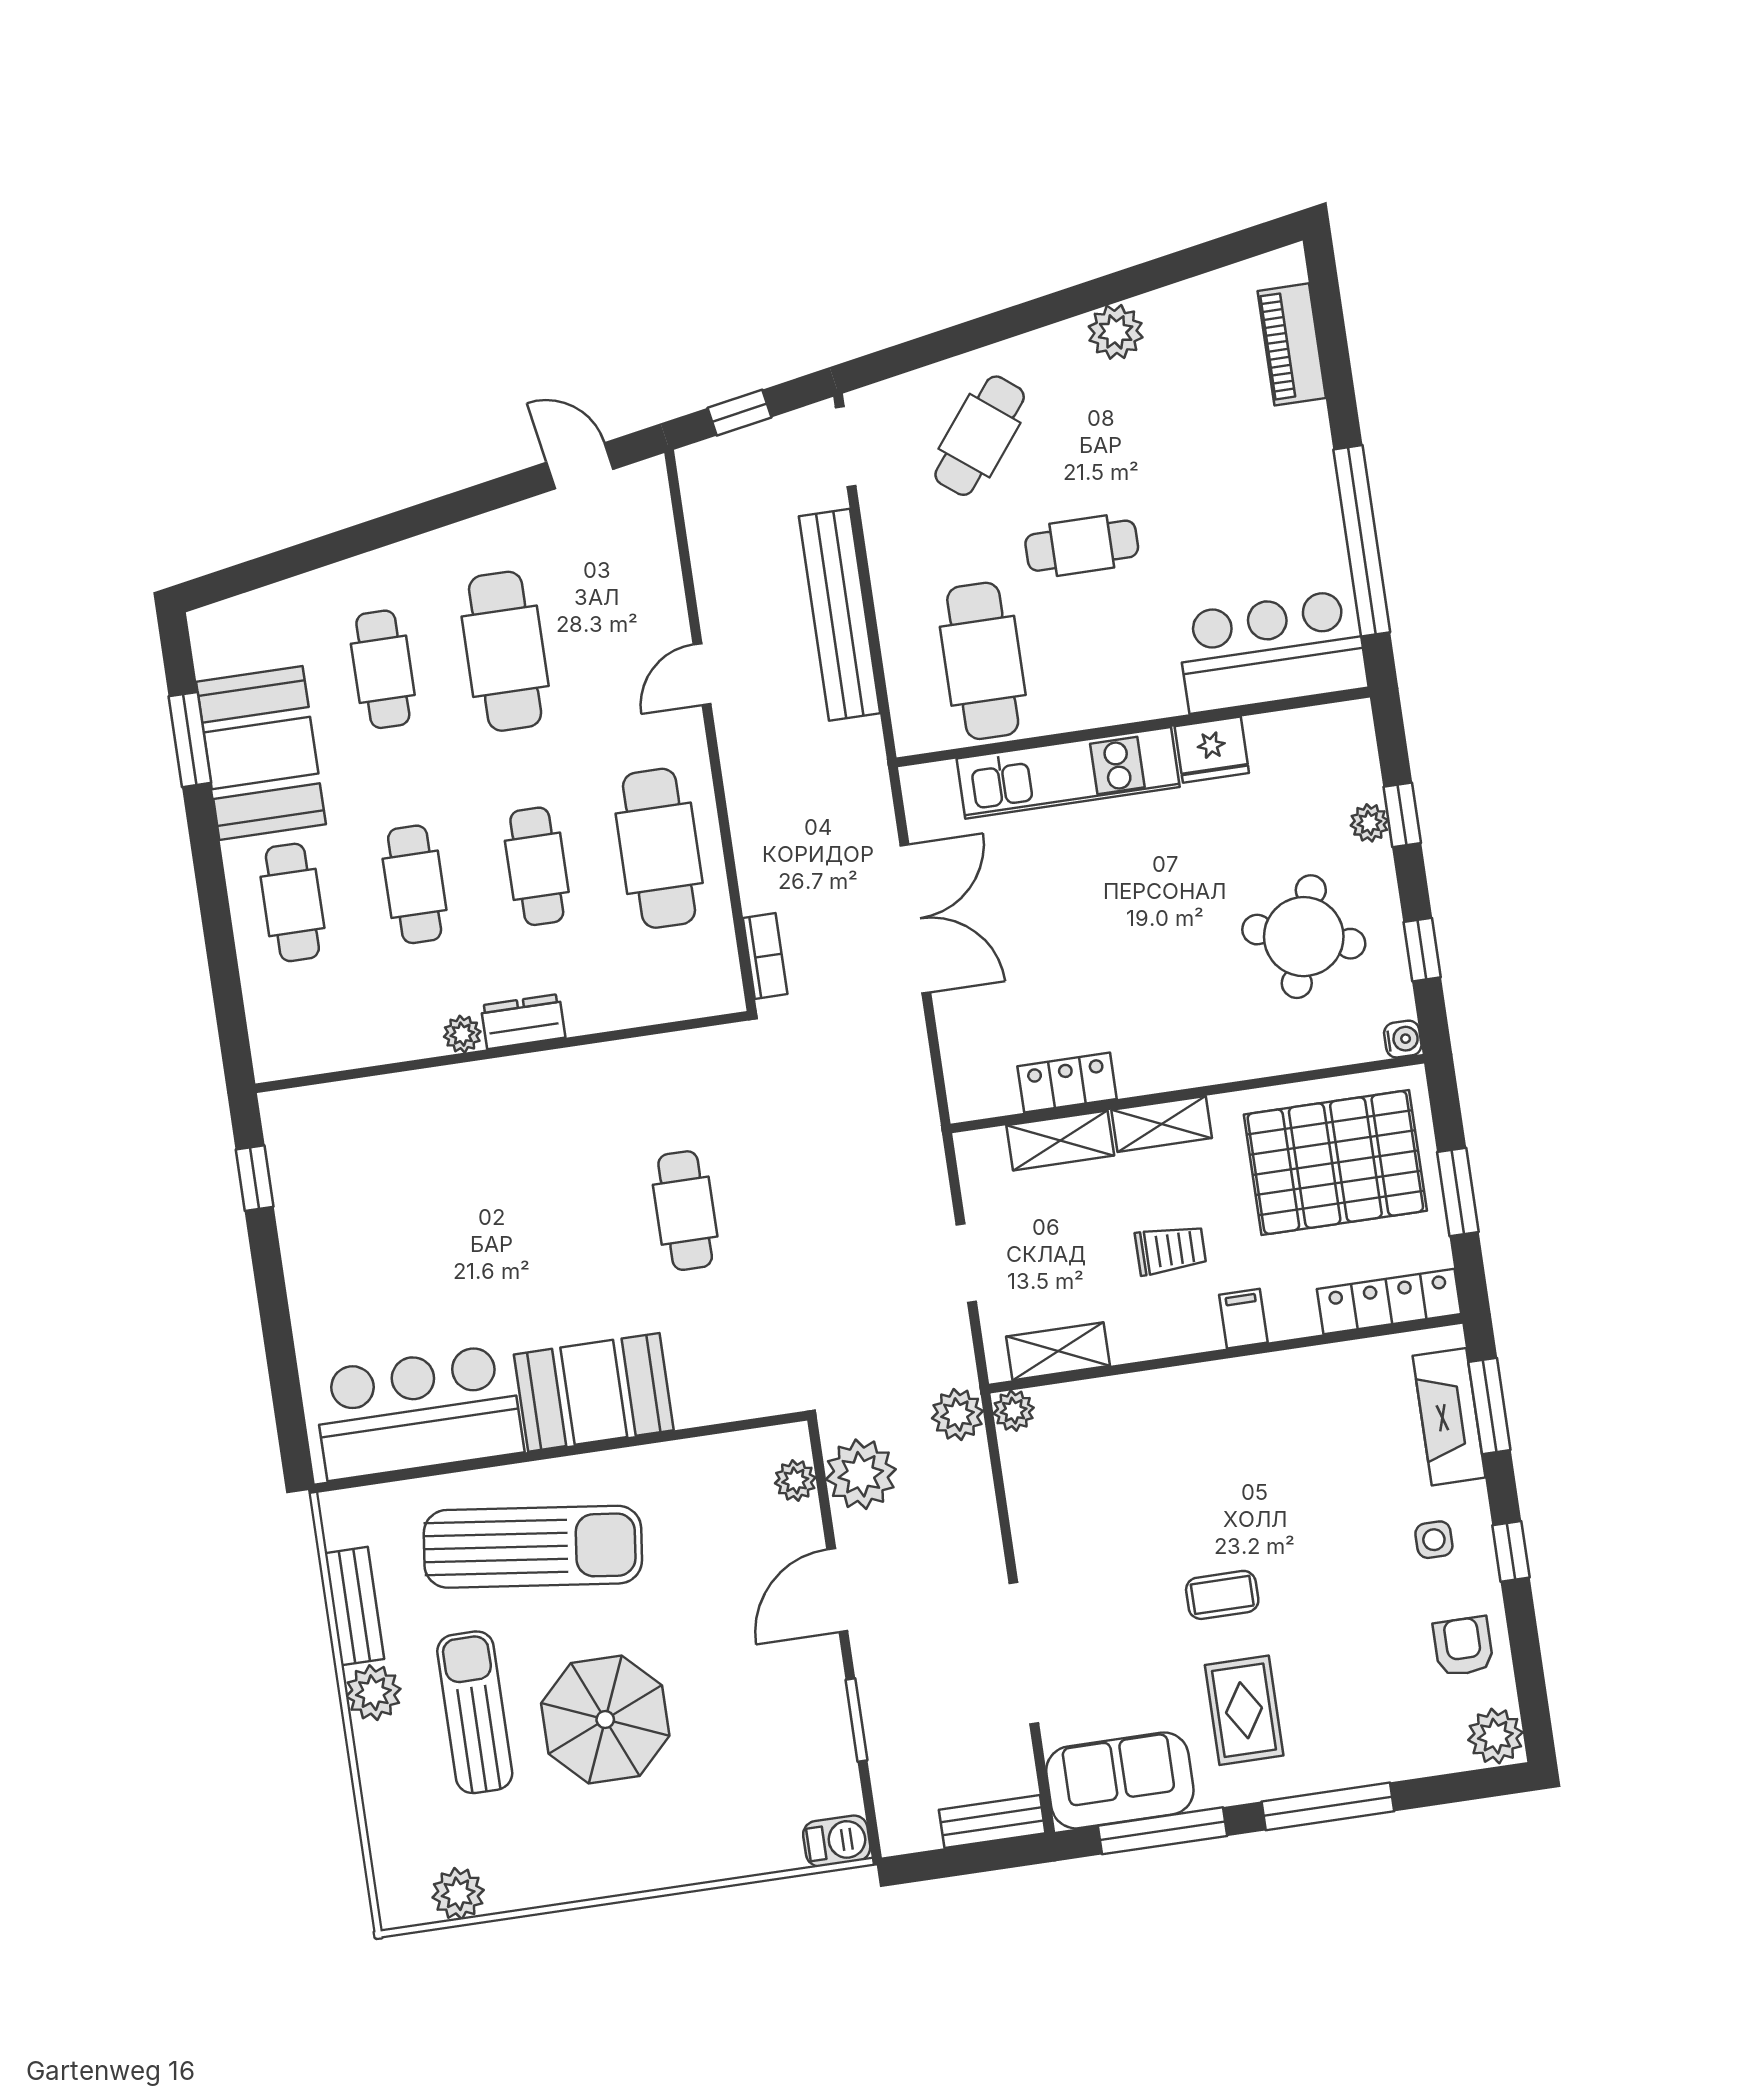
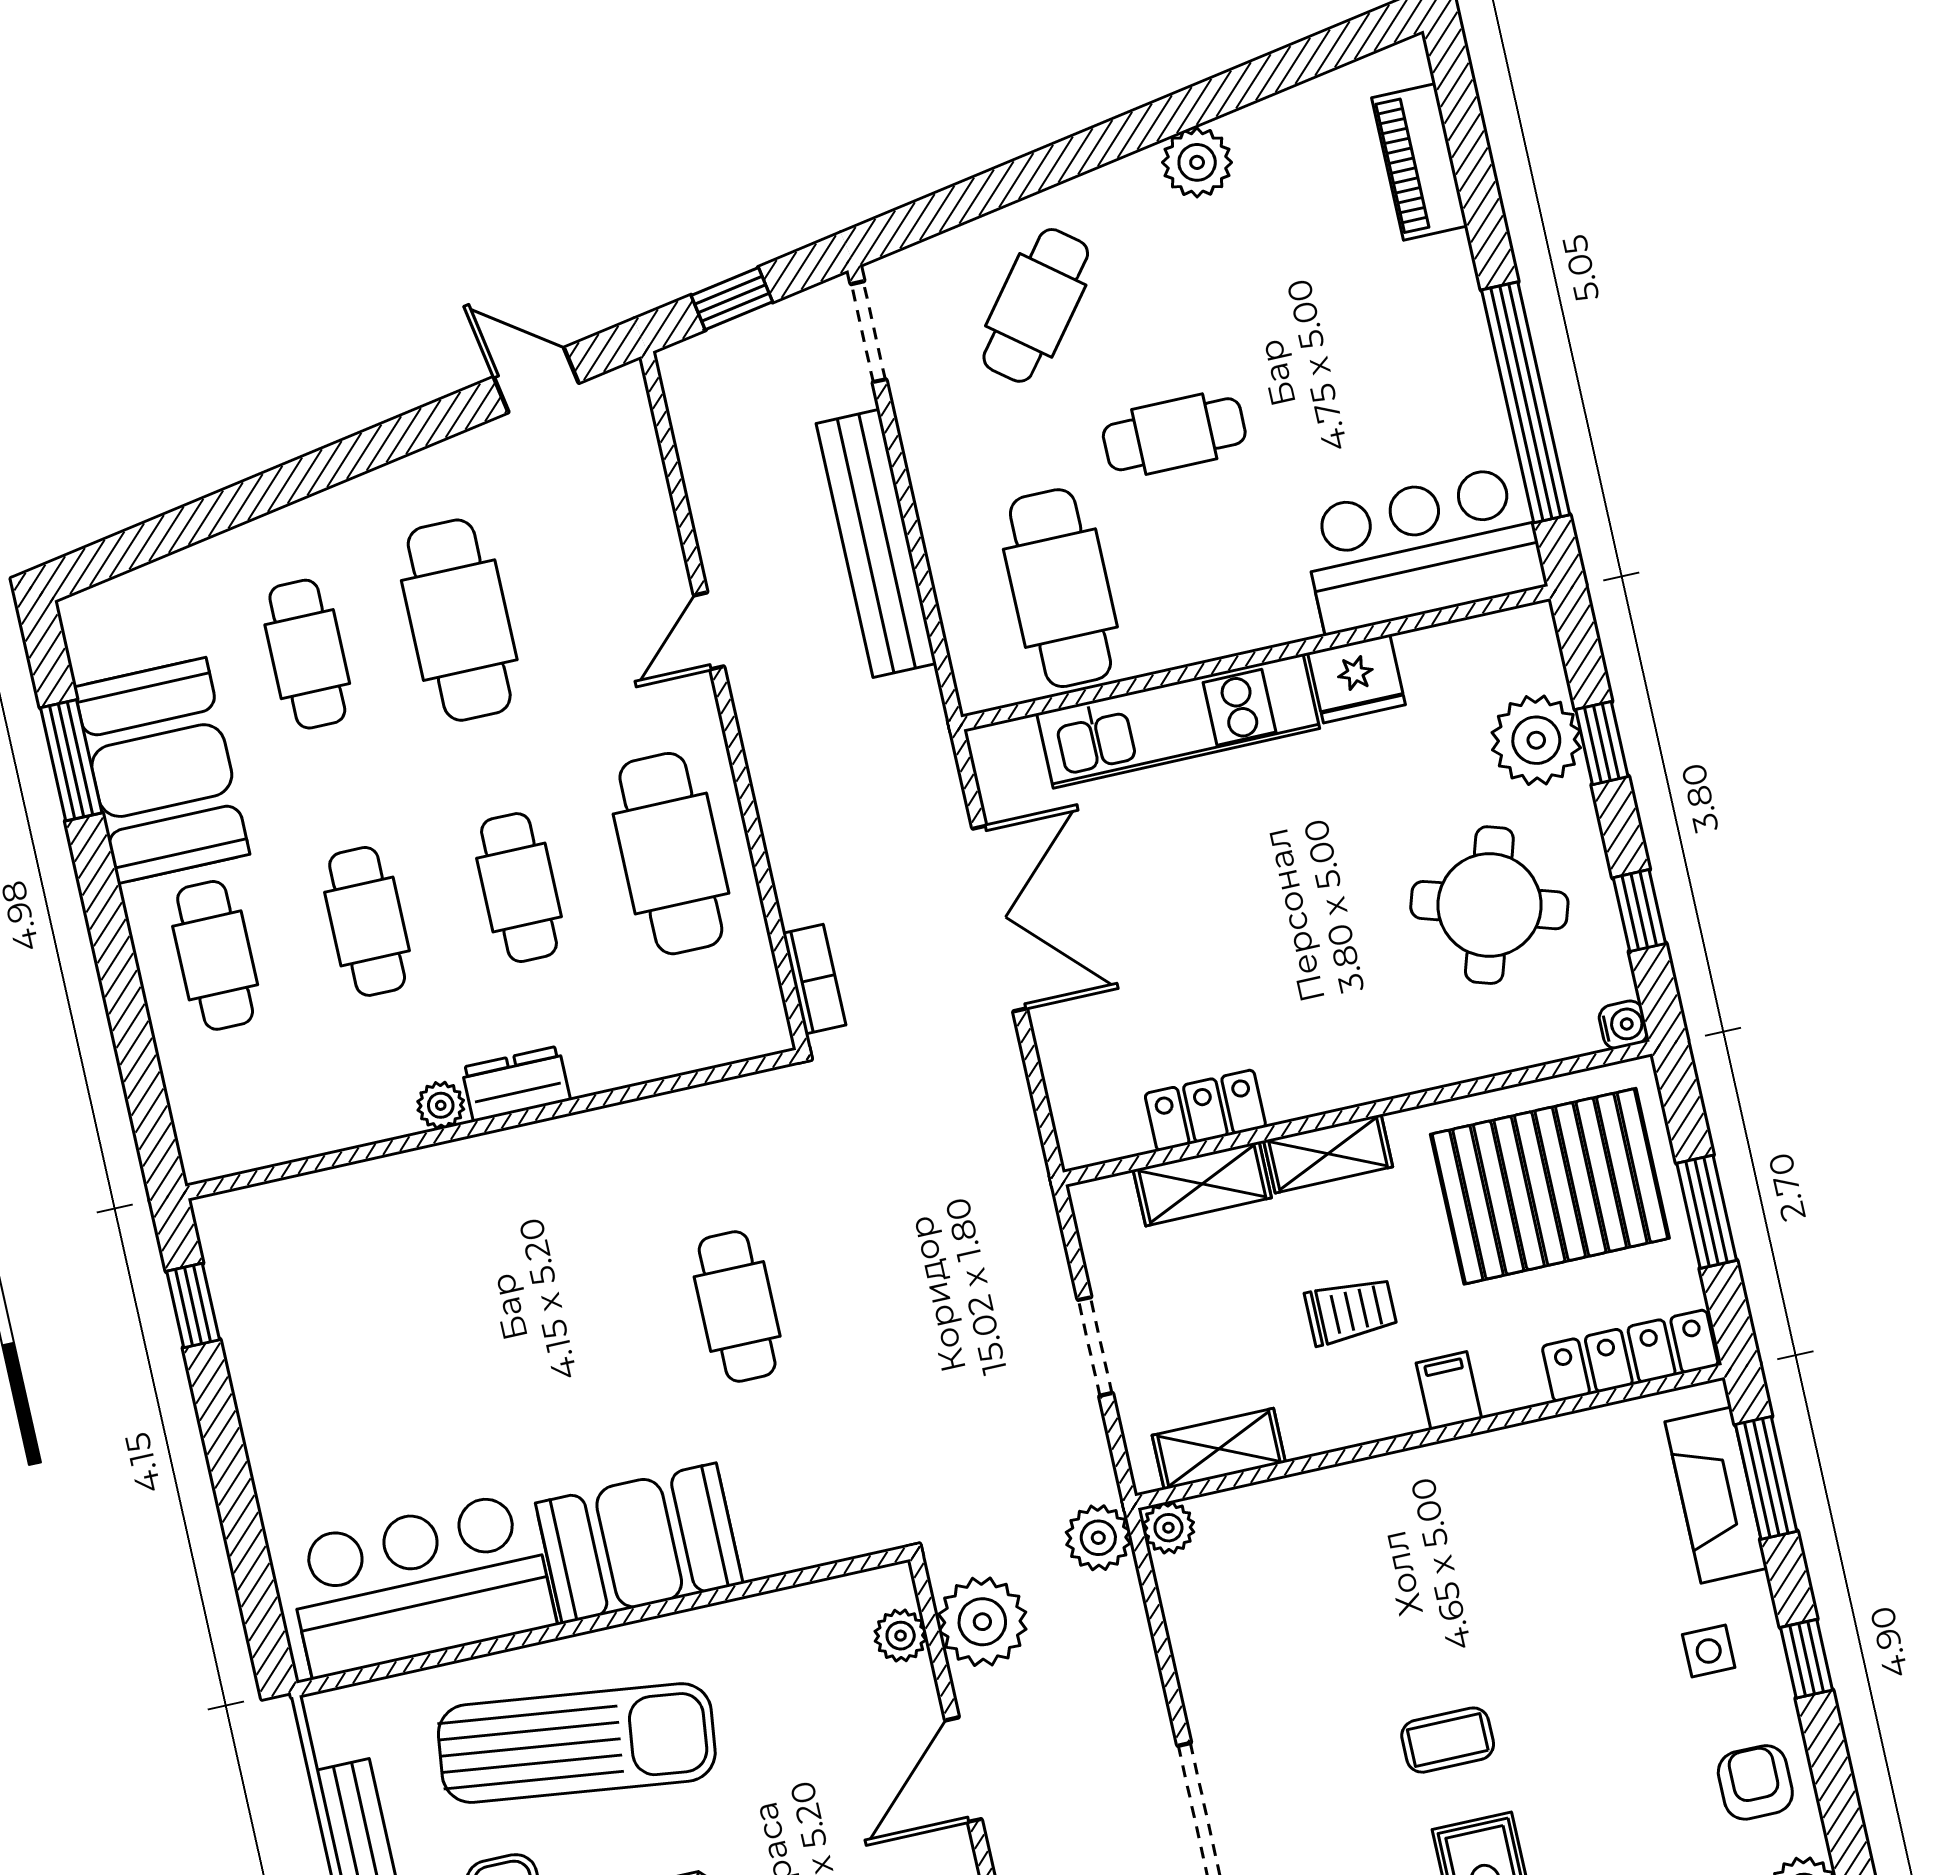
plant: (1369, 823) -> (1536, 740), width x1.87, depth x1.87

